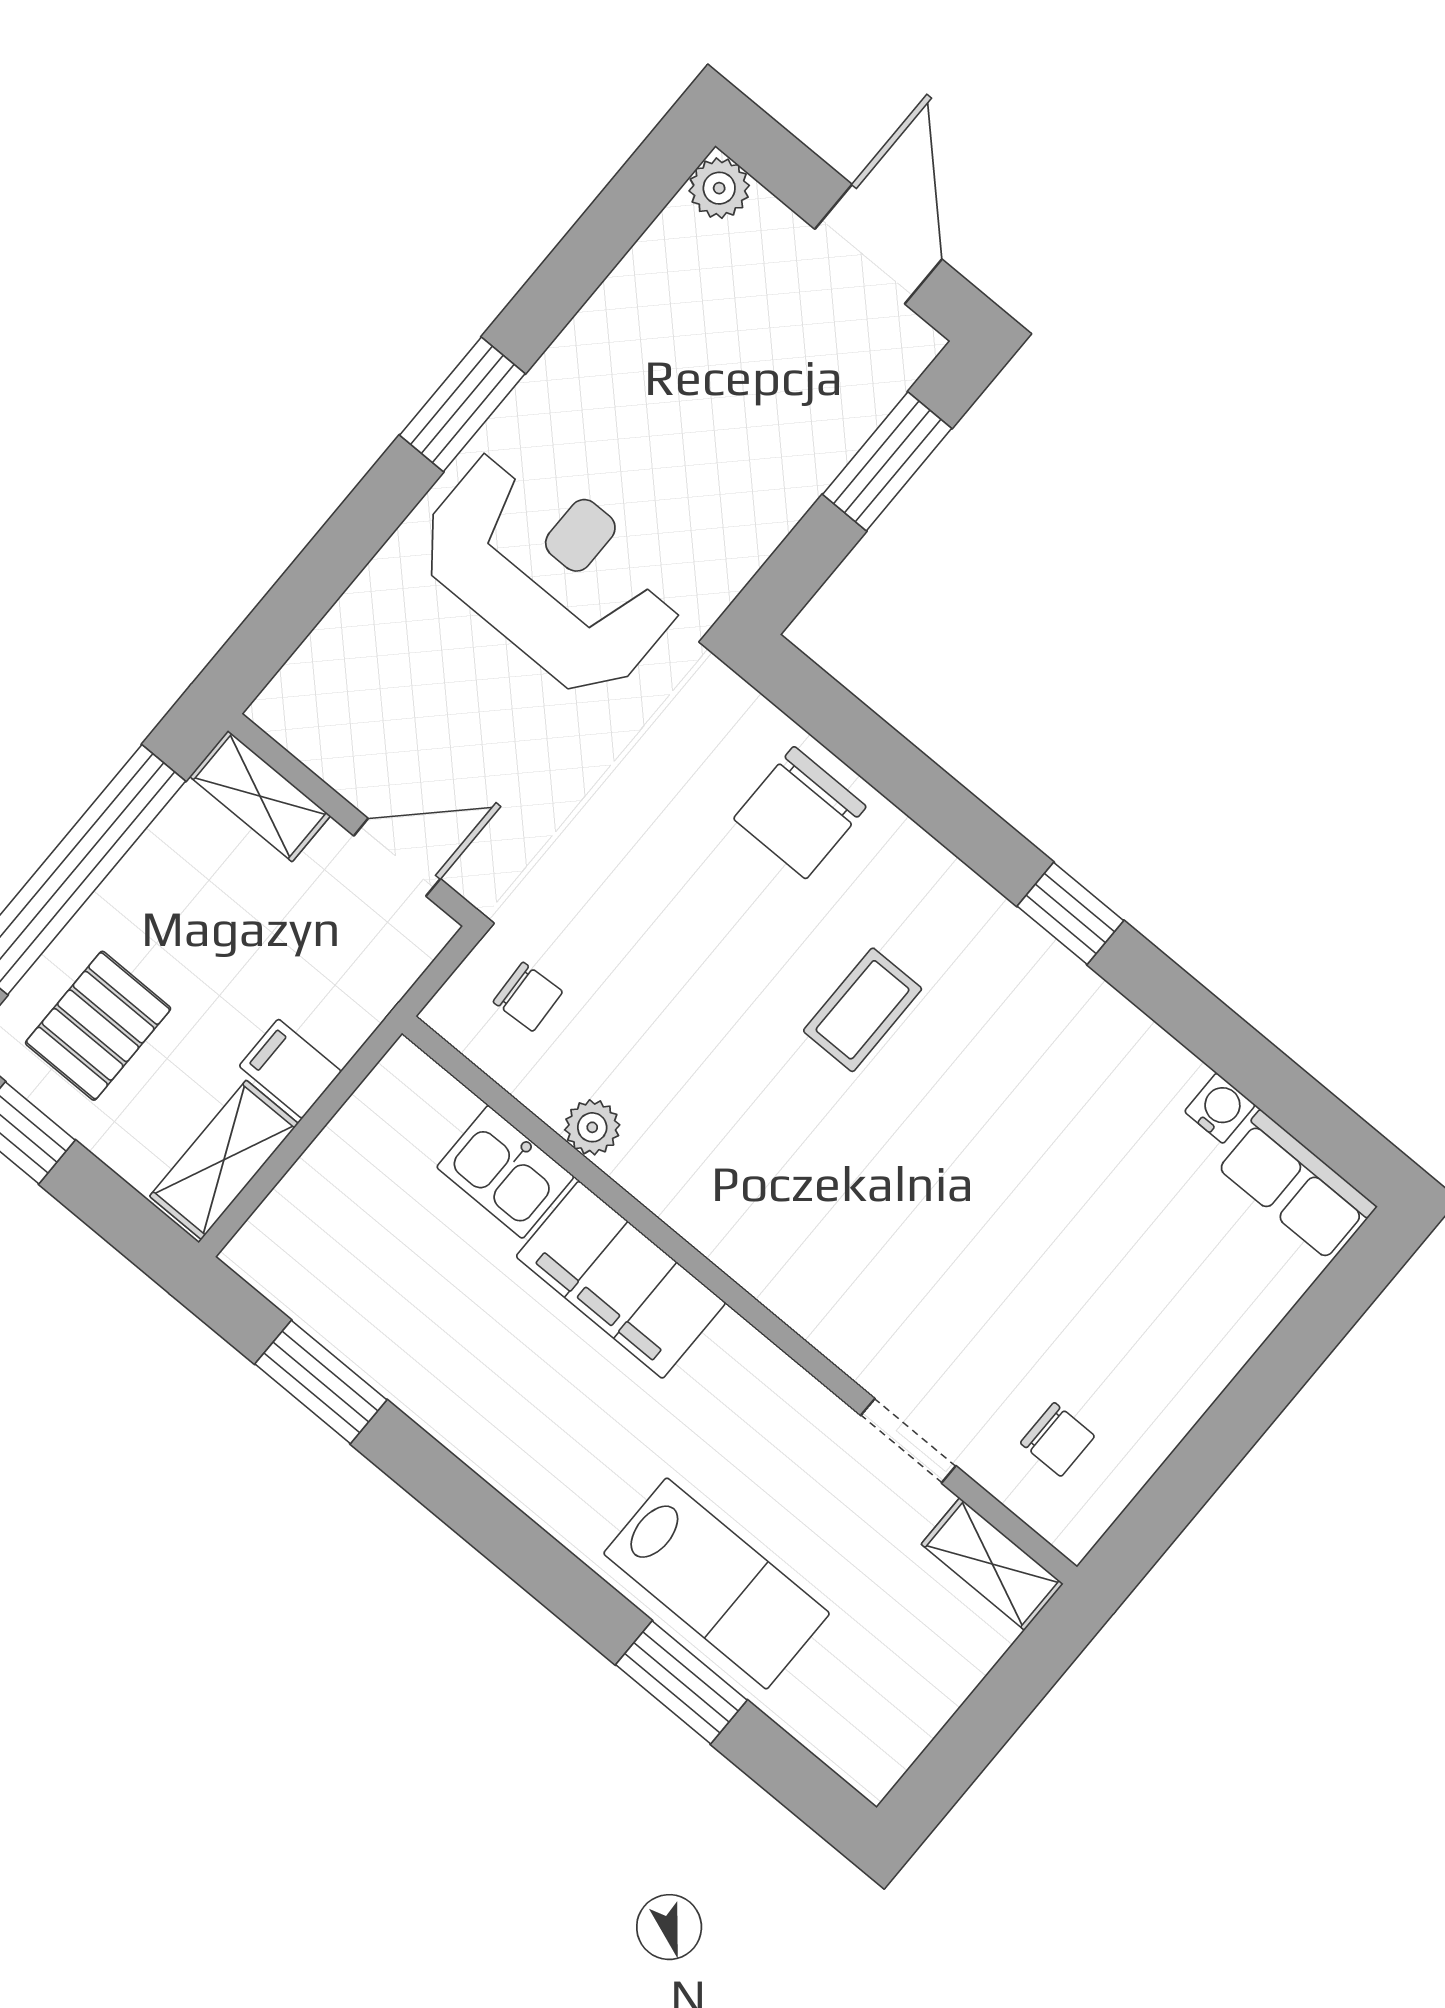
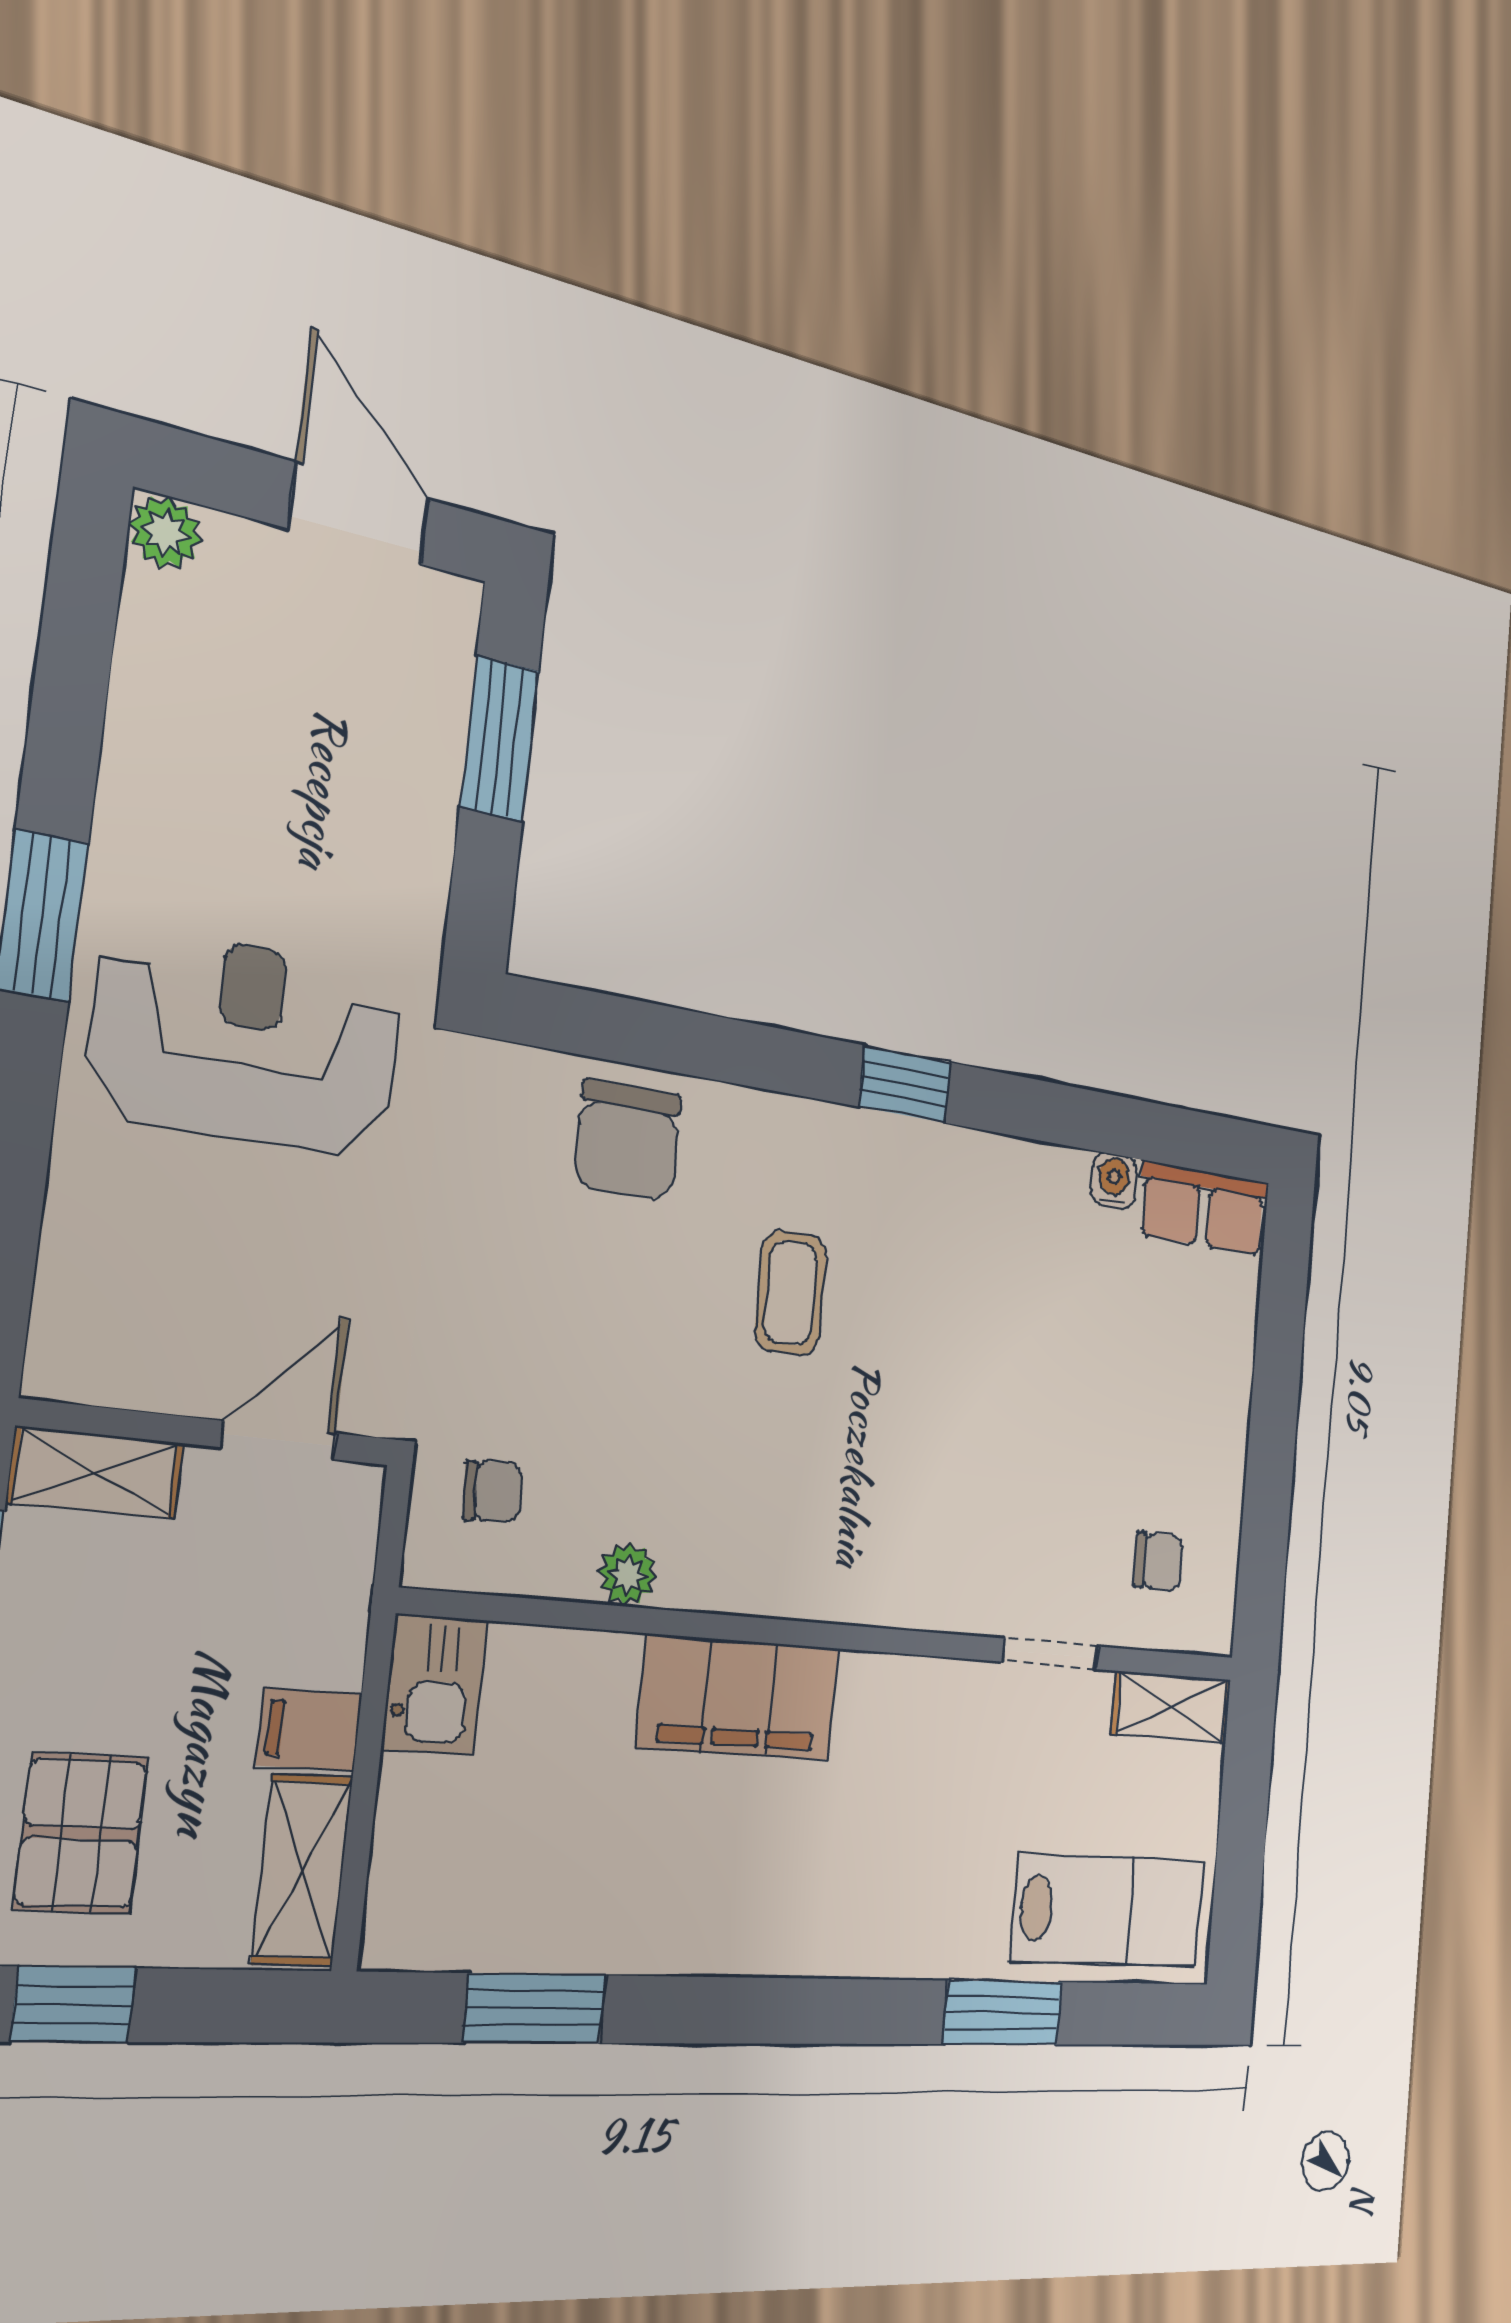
kitchen sink: (505, 1172) -> (434, 1685), moved, turned -90
lab bench: (717, 1583) -> (1108, 1911), moved

